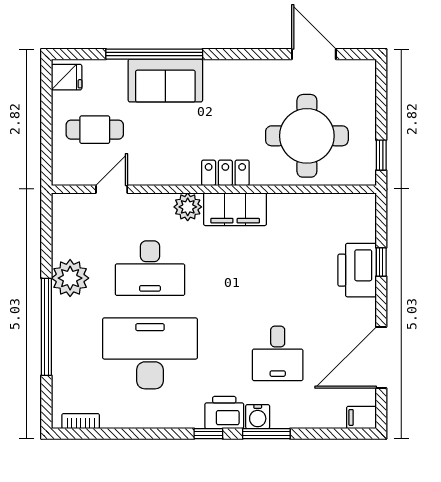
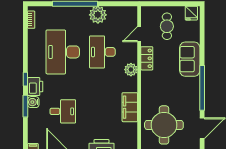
window: (154, 54) -> (202, 88), moved
locker: (225, 173) -> (147, 58), moved
door: (112, 189) -> (139, 34), swing flipped
filing cabinet: (235, 209) -> (130, 107), moved
desk: (150, 353) -> (63, 52), turned 180
desk: (278, 353) -> (63, 111), turned 180

